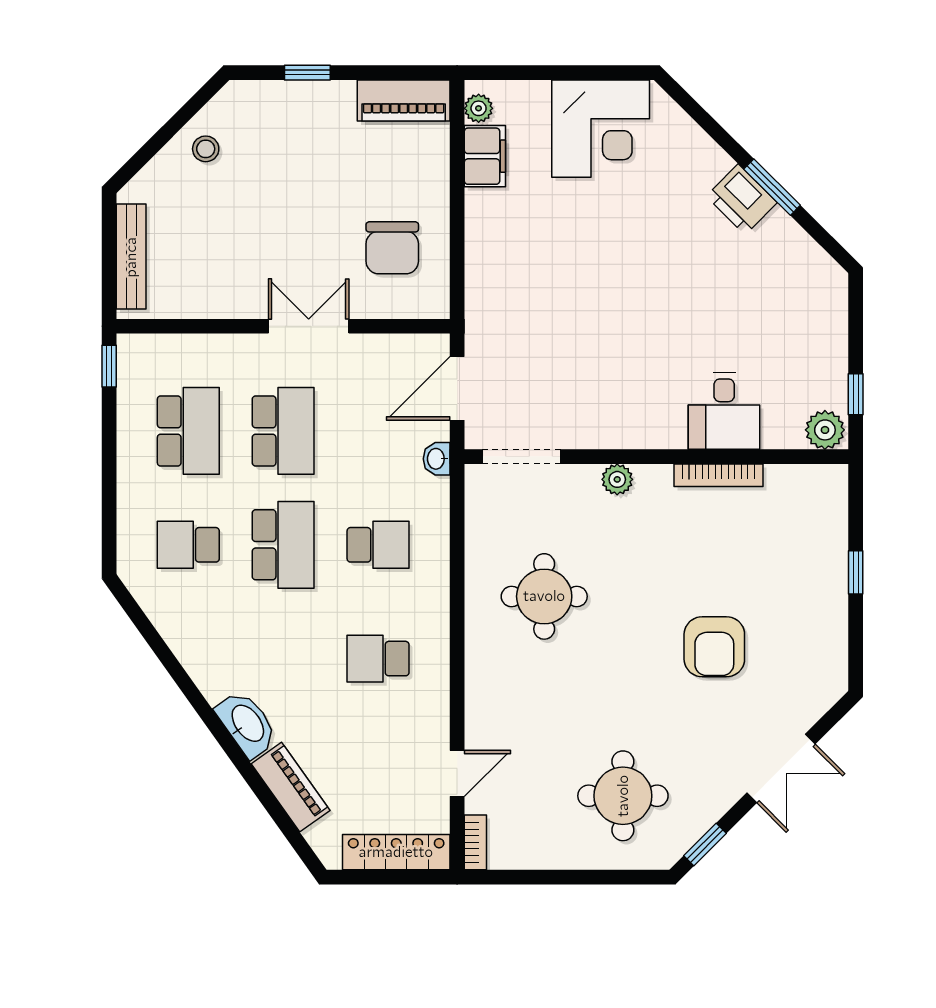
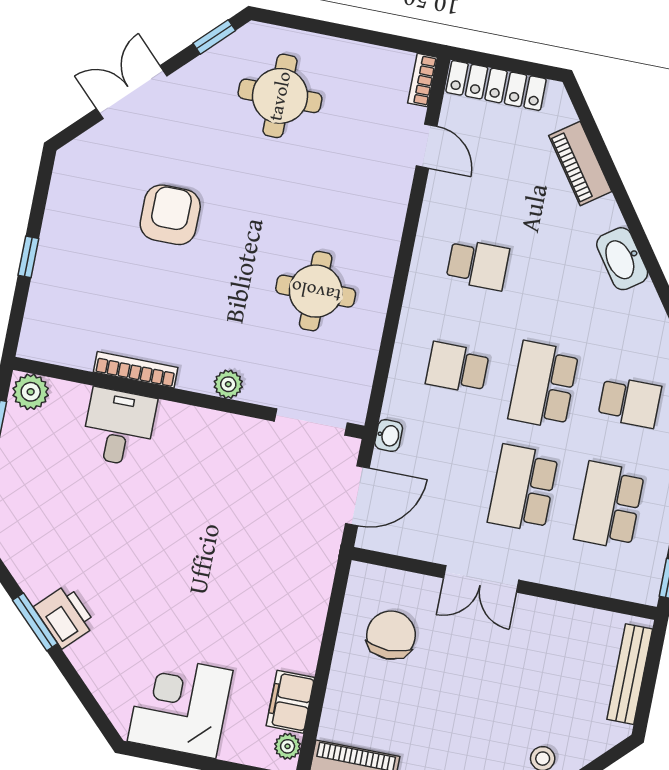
washbasin: (247, 724) -> (622, 259), moved
door: (457, 773) -> (427, 146), swing flipped

